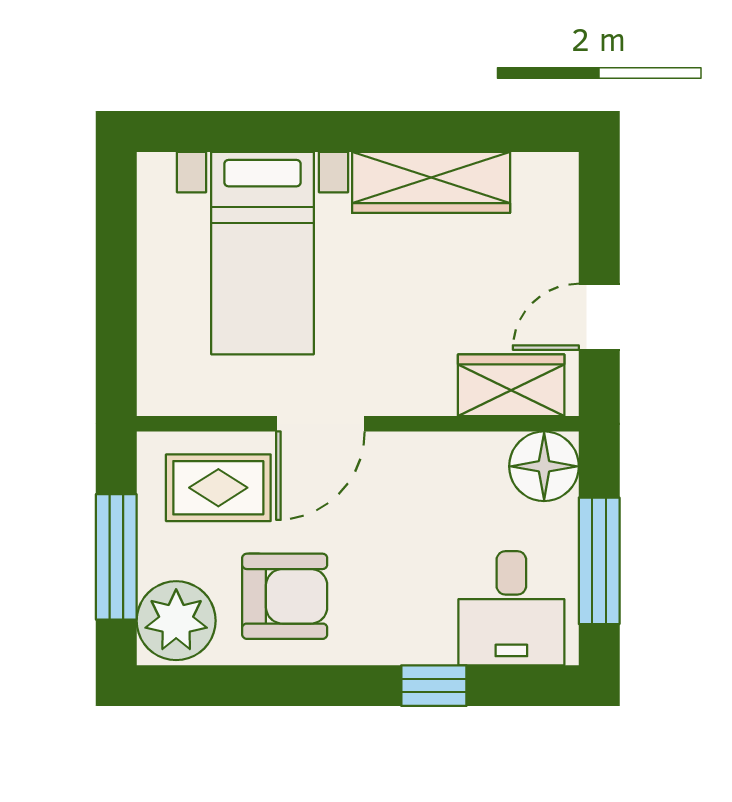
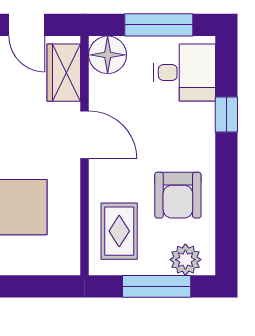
door: (320, 424) -> (85, 135), moved
armchair: (285, 596) -> (178, 195), turned 180
plant: (176, 621) -> (185, 260), width x0.73, depth x0.73

